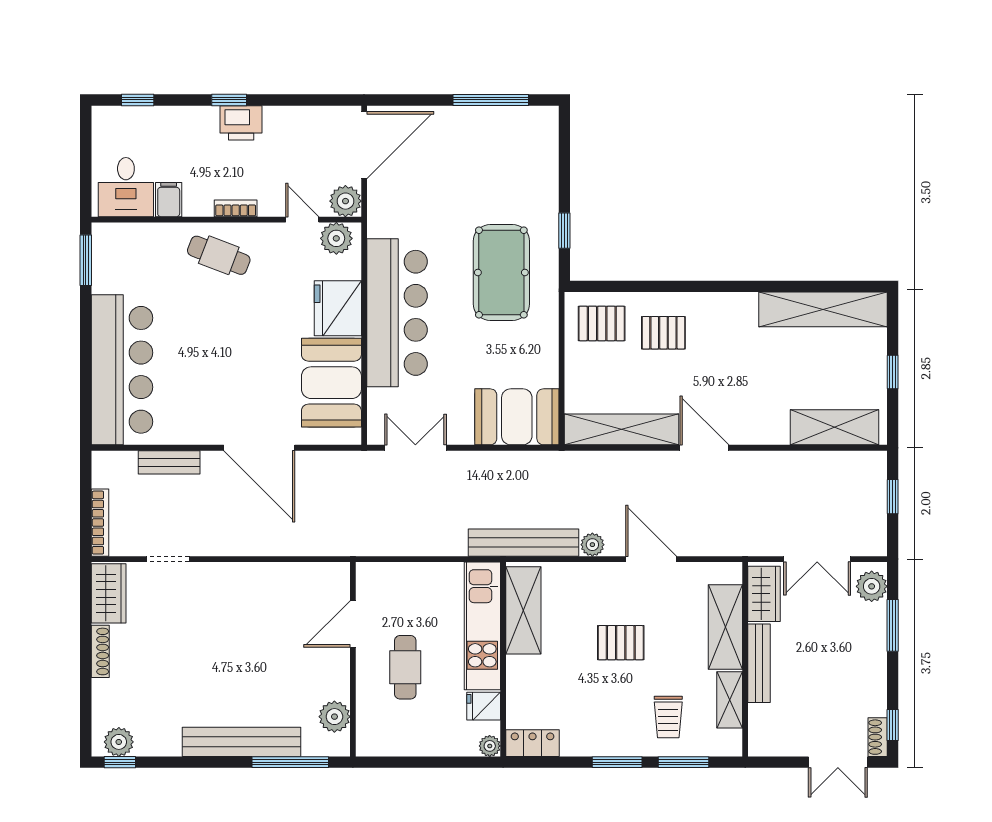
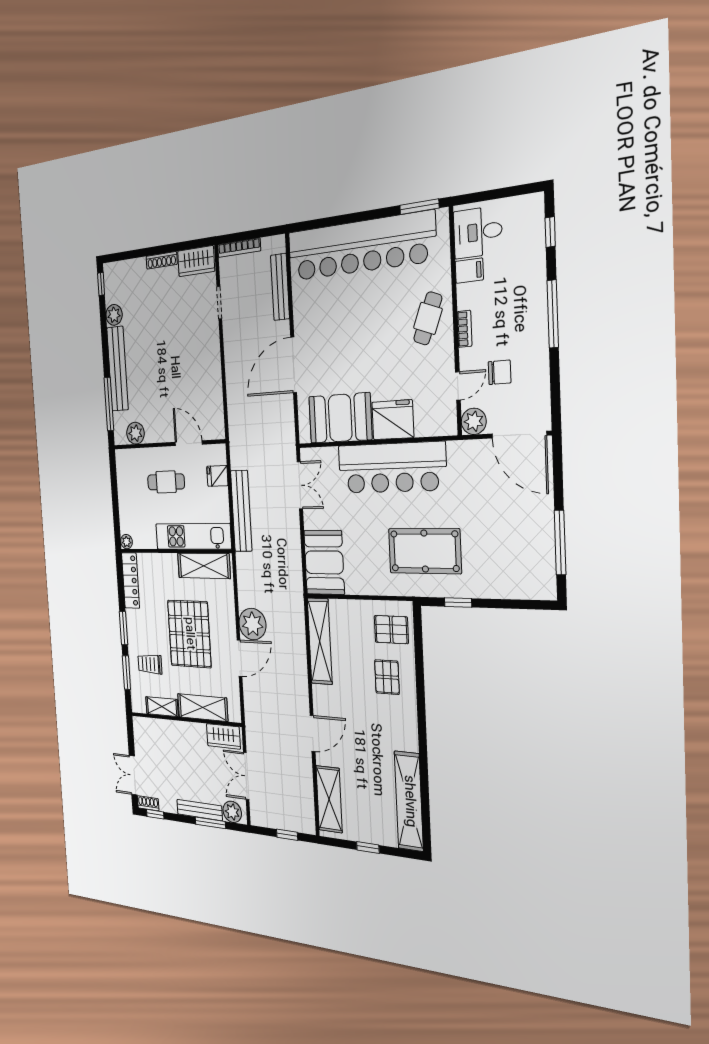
window: (229, 100) -> (553, 314), width x2.17
printer: (241, 123) -> (534, 326), removed
chair: (290, 166) -> (500, 372), added
plant: (336, 238) -> (445, 415), removed
pallet: (602, 323) -> (391, 630), turned 90
bar counter: (122, 370) -> (360, 247), width x1.36
door: (704, 448) -> (313, 733), moved
bench: (169, 462) -> (280, 287), width x1.36
bench: (524, 543) -> (241, 511), moved
plant: (592, 545) -> (252, 624), width x1.88, depth x1.88
pallet: (621, 643) -> (189, 634), width x2.05, depth x2.00
bench: (759, 663) -> (200, 810), moved
fridge: (484, 706) -> (217, 476), moved, turned -90
plant: (119, 742) -> (114, 315), moved
locker: (533, 743) -> (131, 580), width x1.53

